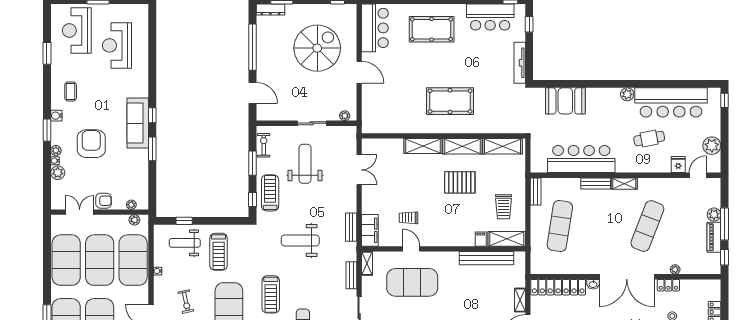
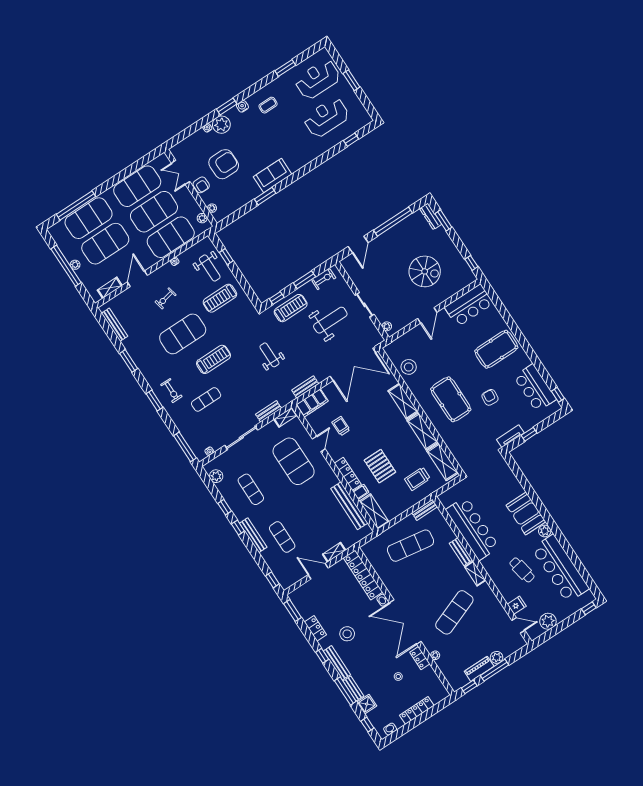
window: (529, 24) -> (529, 434), moved
pool table: (432, 29) -> (496, 349), turned 90
spiral stairs: (317, 48) -> (425, 271), width x0.73, depth x0.73
tv unit: (520, 63) -> (510, 436), width x0.71
armchair: (472, 64) -> (490, 397), added
booth: (565, 101) -> (526, 513), moved
window: (152, 115) -> (351, 140), moved
stool: (395, 120) -> (409, 367), added
sofa: (138, 123) -> (273, 175), width x0.73
armchair: (91, 144) -> (224, 164), moved
plant: (56, 150) -> (221, 125), width x1.88, depth x1.88
double door: (359, 170) -> (353, 364), width x1.87
plant: (58, 173) -> (200, 136), removed
pallet: (460, 182) -> (380, 466), moved
trolley: (504, 207) -> (417, 479), moved
double door: (80, 212) -> (181, 172), swing flipped
exercise mat: (647, 226) -> (454, 612), turned -42
weight bench: (300, 240) -> (269, 355), width x0.73, depth x0.75
locker: (456, 240) -> (348, 474), added
weight bench: (185, 243) -> (210, 268), turned 180
treadmill: (271, 294) -> (214, 359), turned 180

